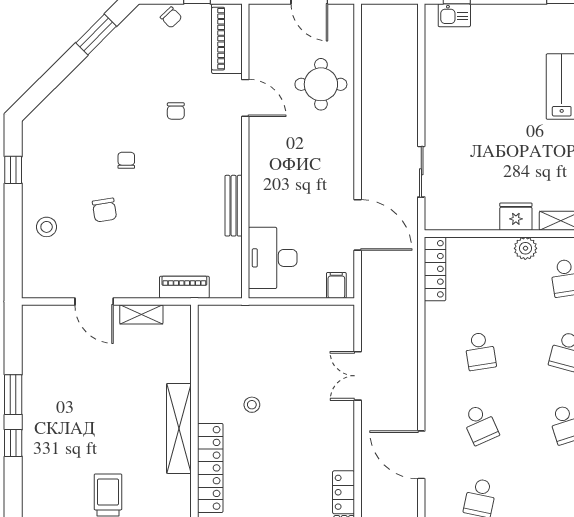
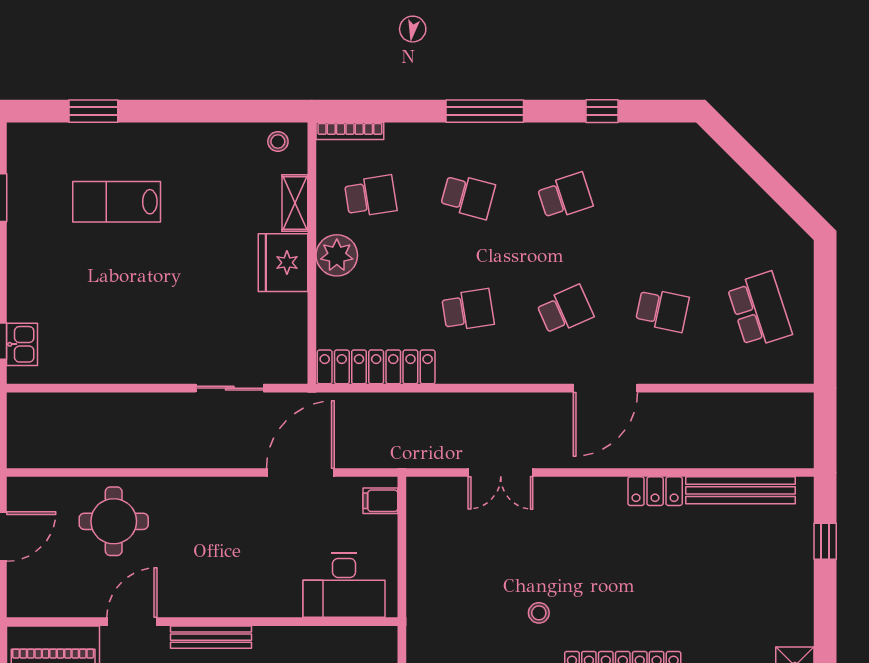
bench: (234, 206) -> (211, 637), moved
fridge: (516, 217) -> (283, 263), width x1.36, depth x1.34
plant: (525, 248) -> (337, 255), width x1.36, depth x1.36
locker: (435, 269) -> (376, 367), width x1.41, depth x1.21

